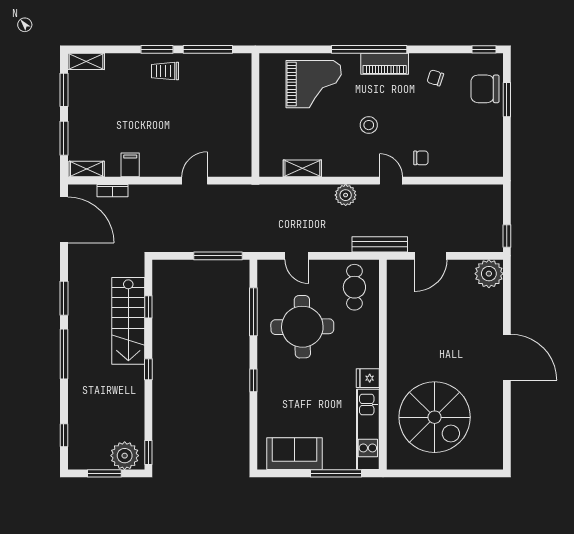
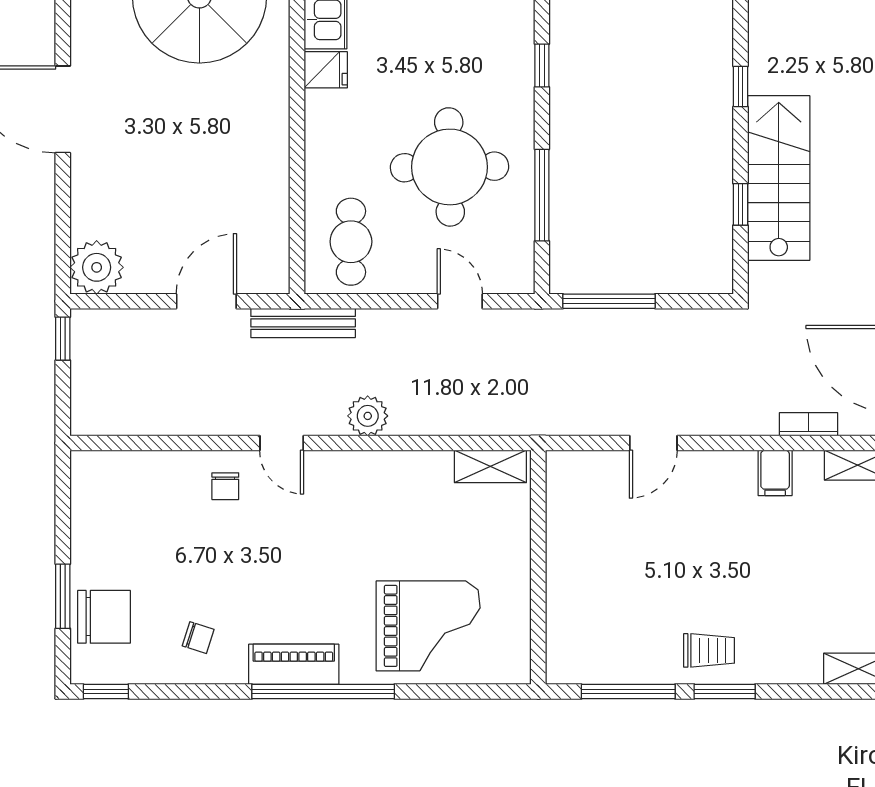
grand piano: (314, 84) -> (428, 626), turned 180
stool: (369, 125) -> (324, 548), removed
chair: (421, 158) -> (225, 486), turned -90
shelving: (302, 168) -> (490, 466), moved

